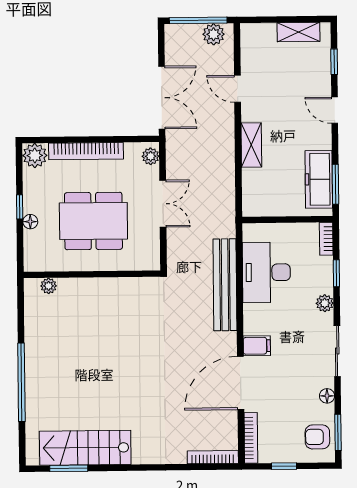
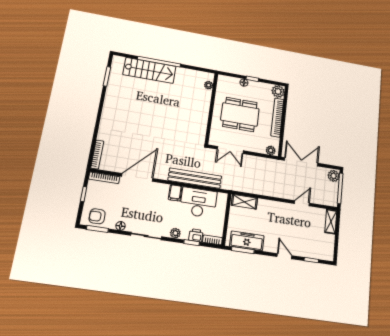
shelving: (299, 32) -> (331, 222), moved
plant: (214, 34) -> (334, 176), moved
double door: (162, 98) -> (301, 162), swing flipped
door: (335, 110) -> (284, 256), hinge flipped
shelving: (251, 145) -> (244, 202), moved
double door: (163, 204) -> (230, 150), moved
dining table: (93, 221) -> (240, 114), turned 90
printer: (323, 268) -> (196, 235), added
filing cabinet: (257, 346) -> (175, 193), moved
door: (241, 383) -> (137, 177), hinge flipped
armchair: (317, 437) -> (97, 216), turned -90
stairs: (85, 448) -> (150, 70), moved, turned 90

